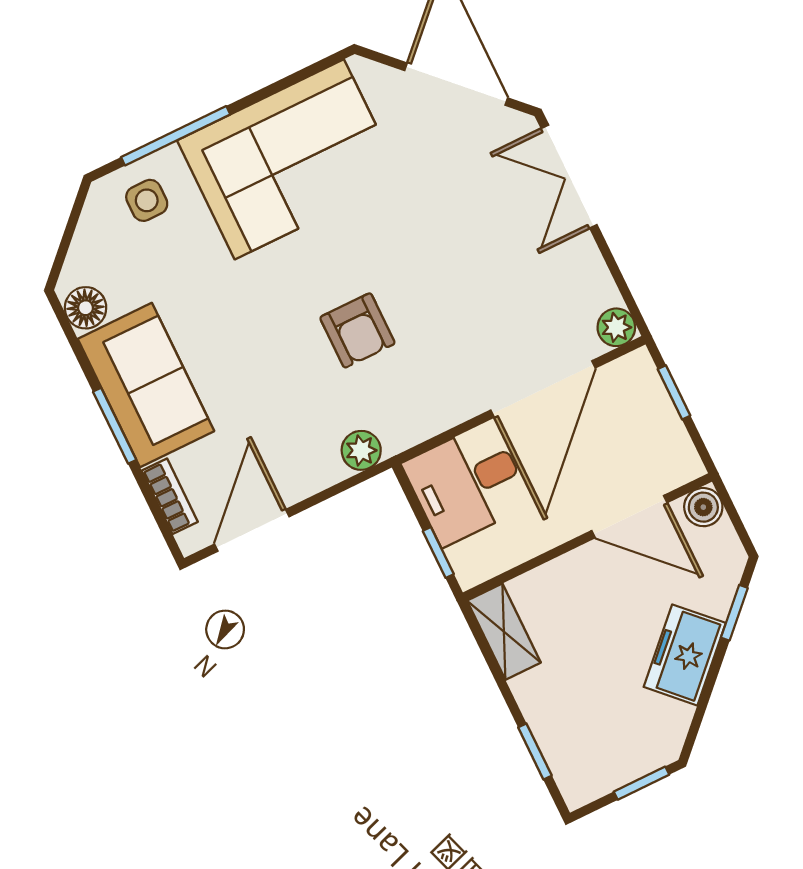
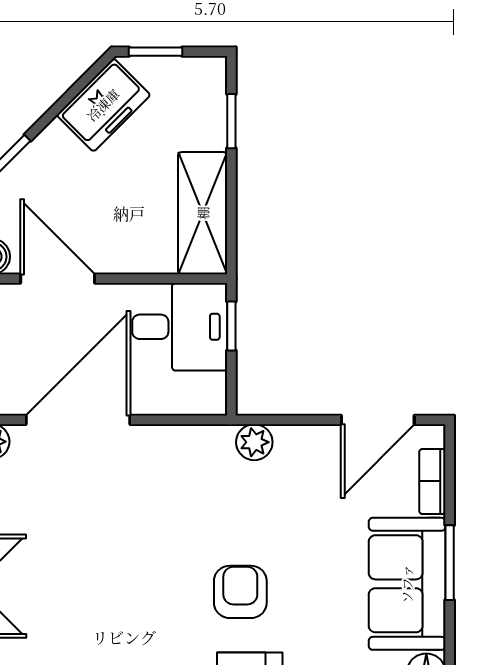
armchair: (357, 330) -> (240, 592), moved
desk: (467, 484) -> (180, 327), moved
shelving: (504, 632) -> (203, 213), width x1.50, depth x1.33
freezer: (685, 655) -> (103, 105), moved

